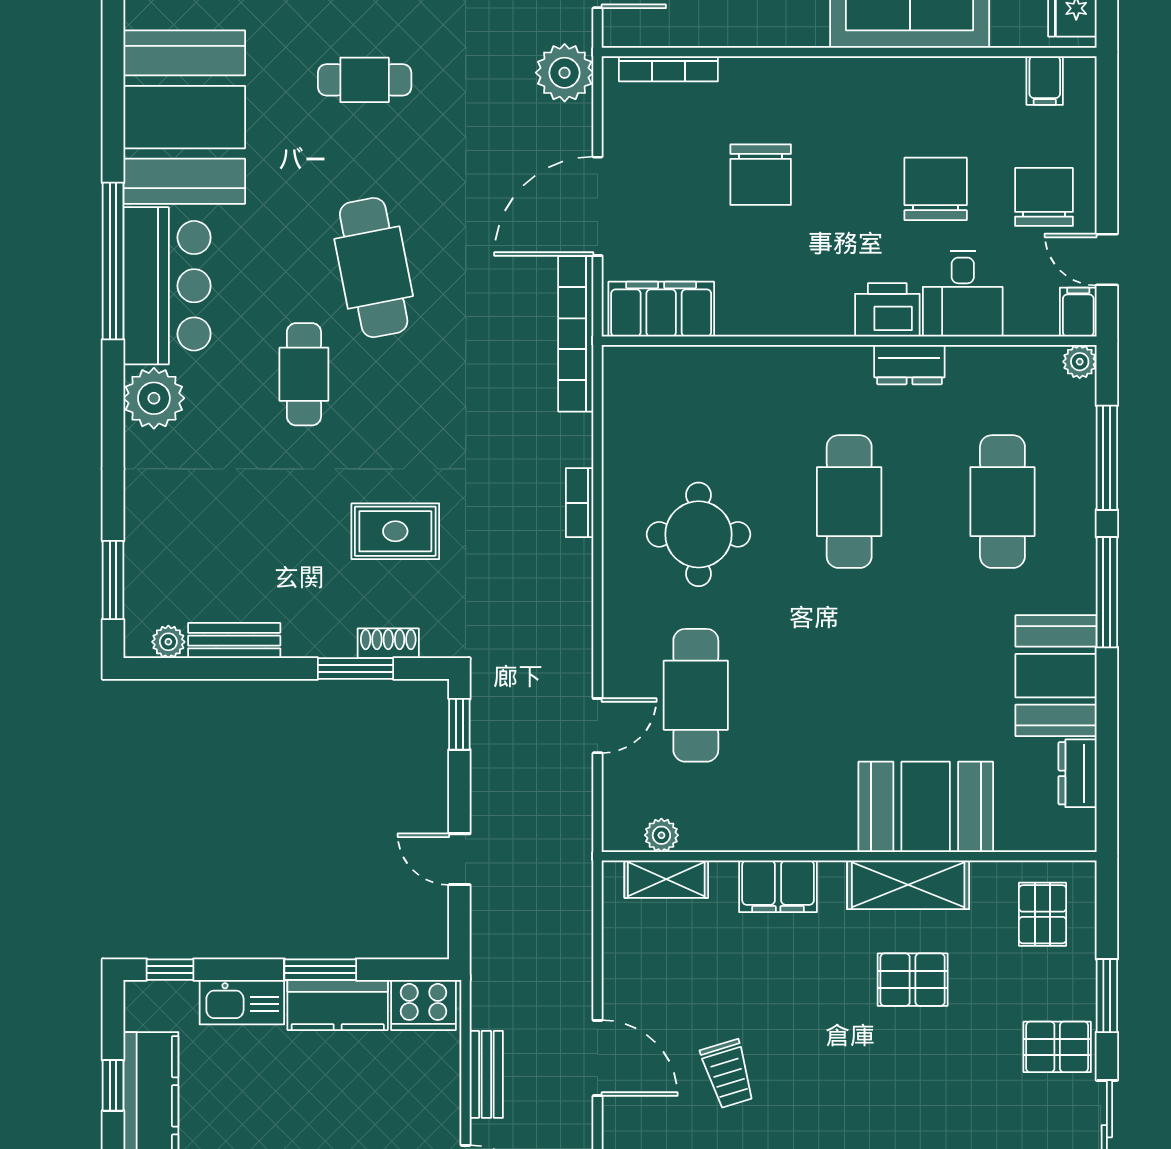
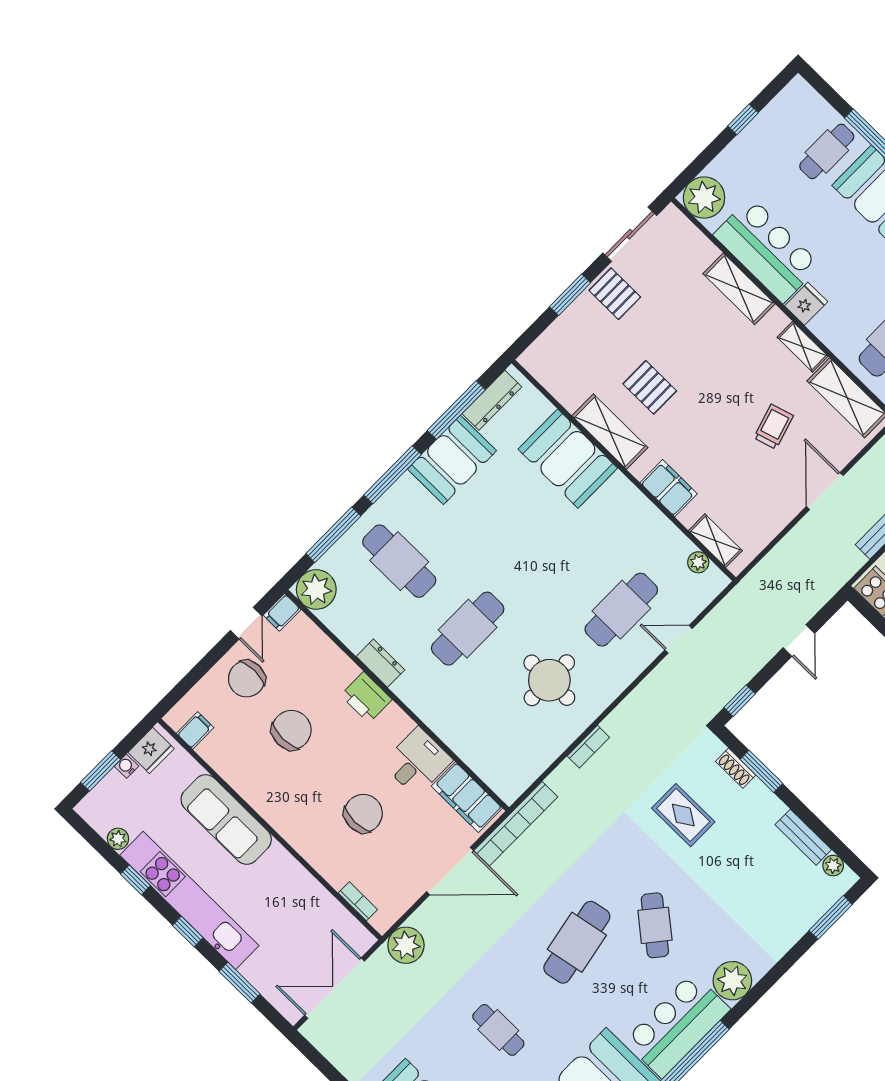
bookcase: (668, 69) -> (358, 901), width x0.64
chair: (936, 189) -> (291, 730), turned 180
desk: (963, 294) -> (417, 762), moved
plant: (1080, 362) -> (316, 589), width x1.87, depth x1.87
cafe table: (304, 374) -> (655, 925), turned -51
cafe table: (1002, 502) -> (399, 561), turned 90
window: (1107, 737) -> (456, 410), added
dresser: (1078, 773) -> (492, 400), width x1.44
pallet: (1043, 914) -> (563, 359), removed

